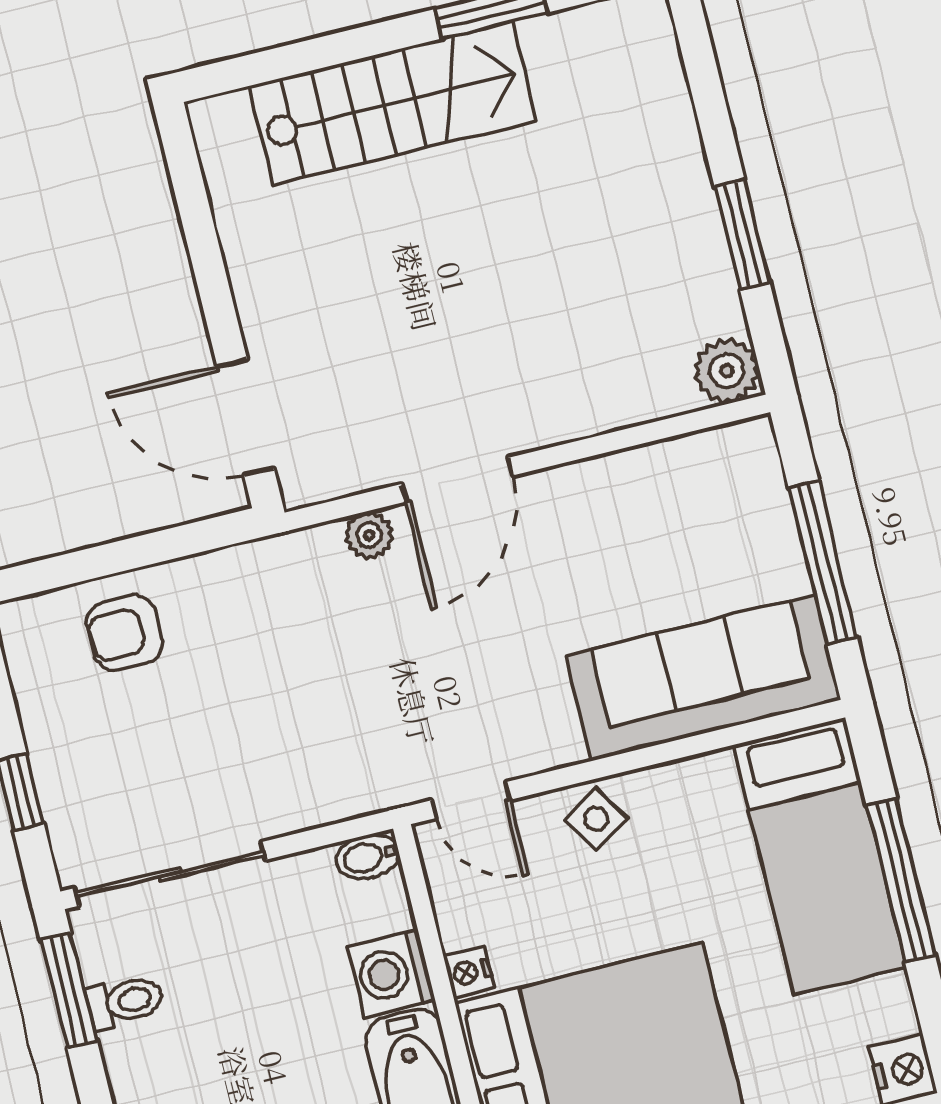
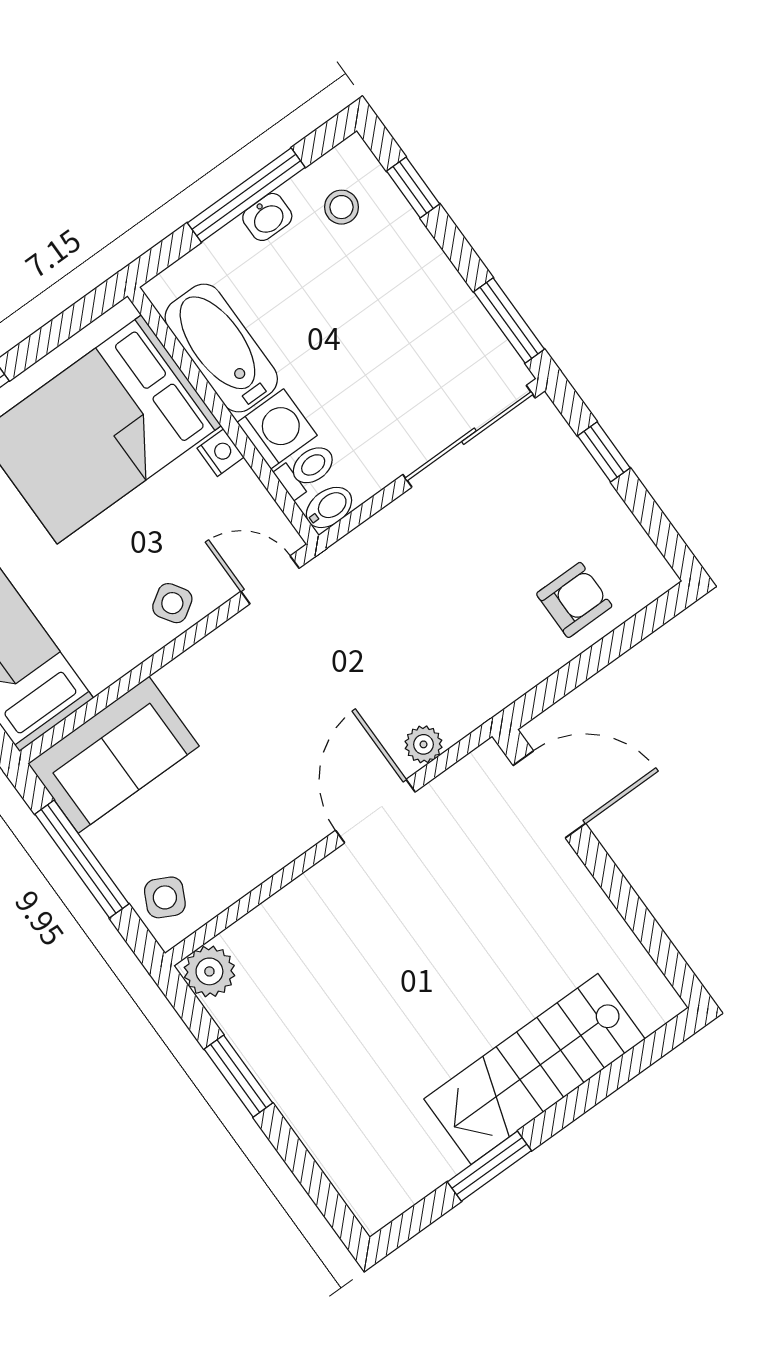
side table: (744, 478) -> (165, 897), added
sofa: (703, 677) -> (114, 755), width x0.73
toilet: (125, 1002) -> (307, 470), moved, turned 180

